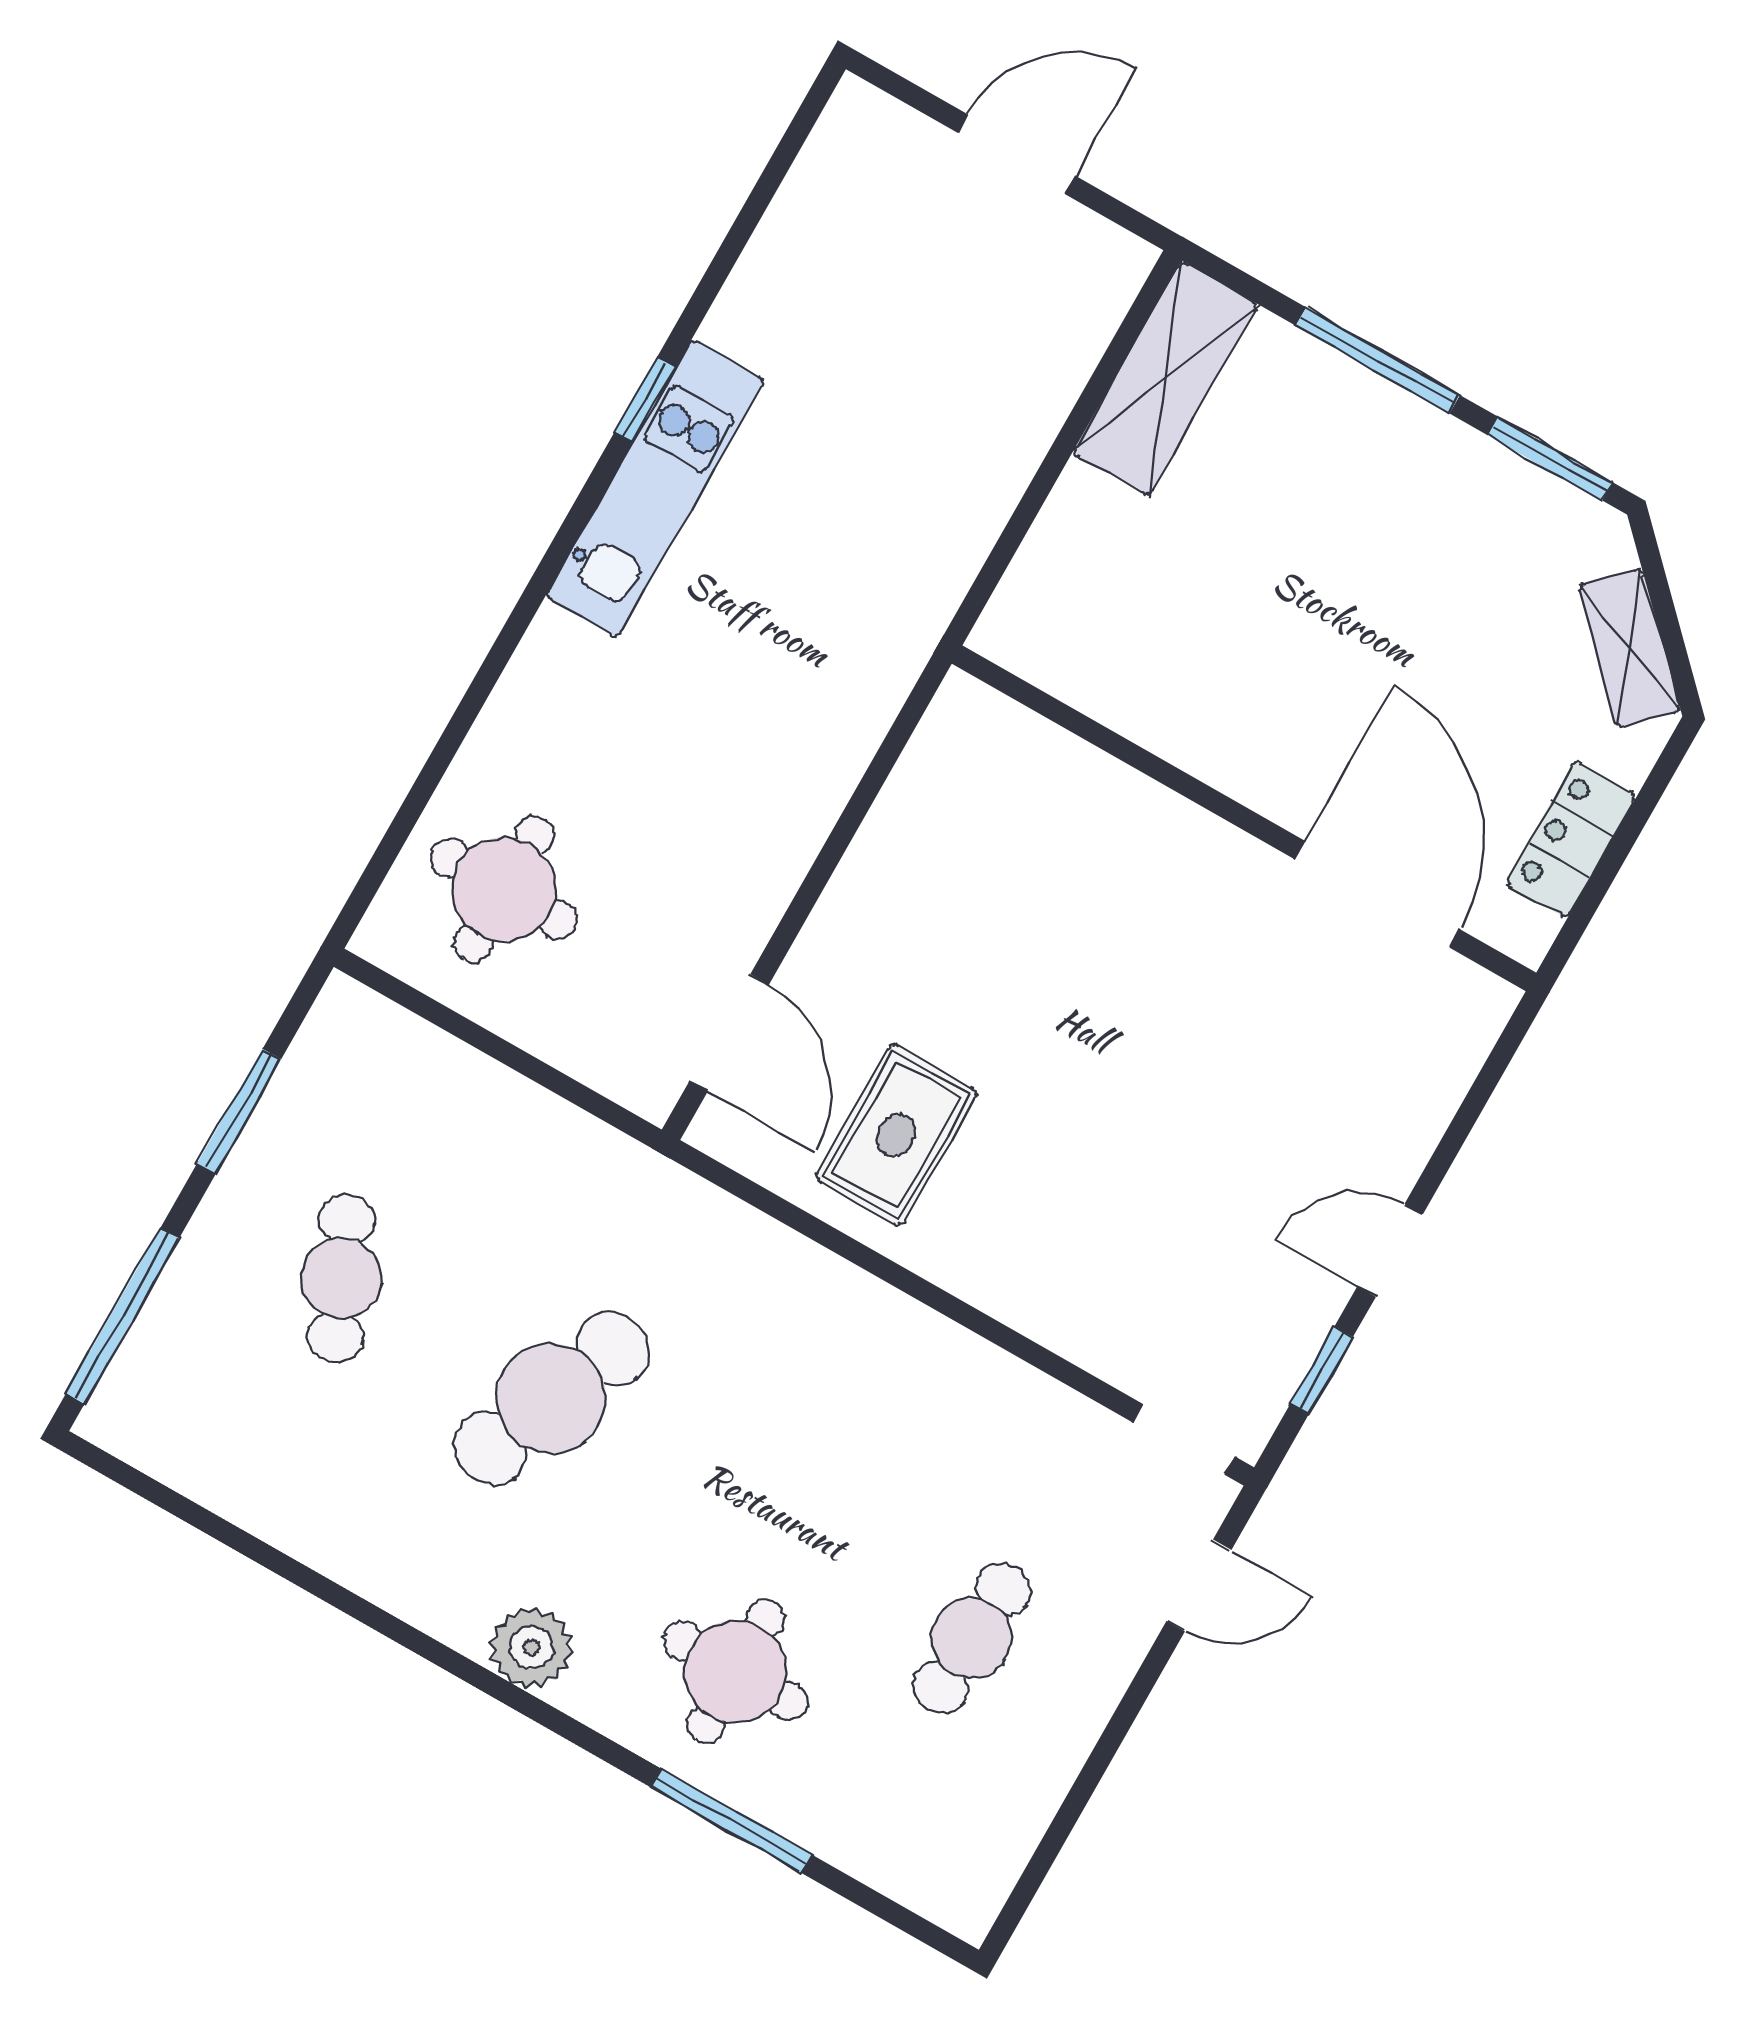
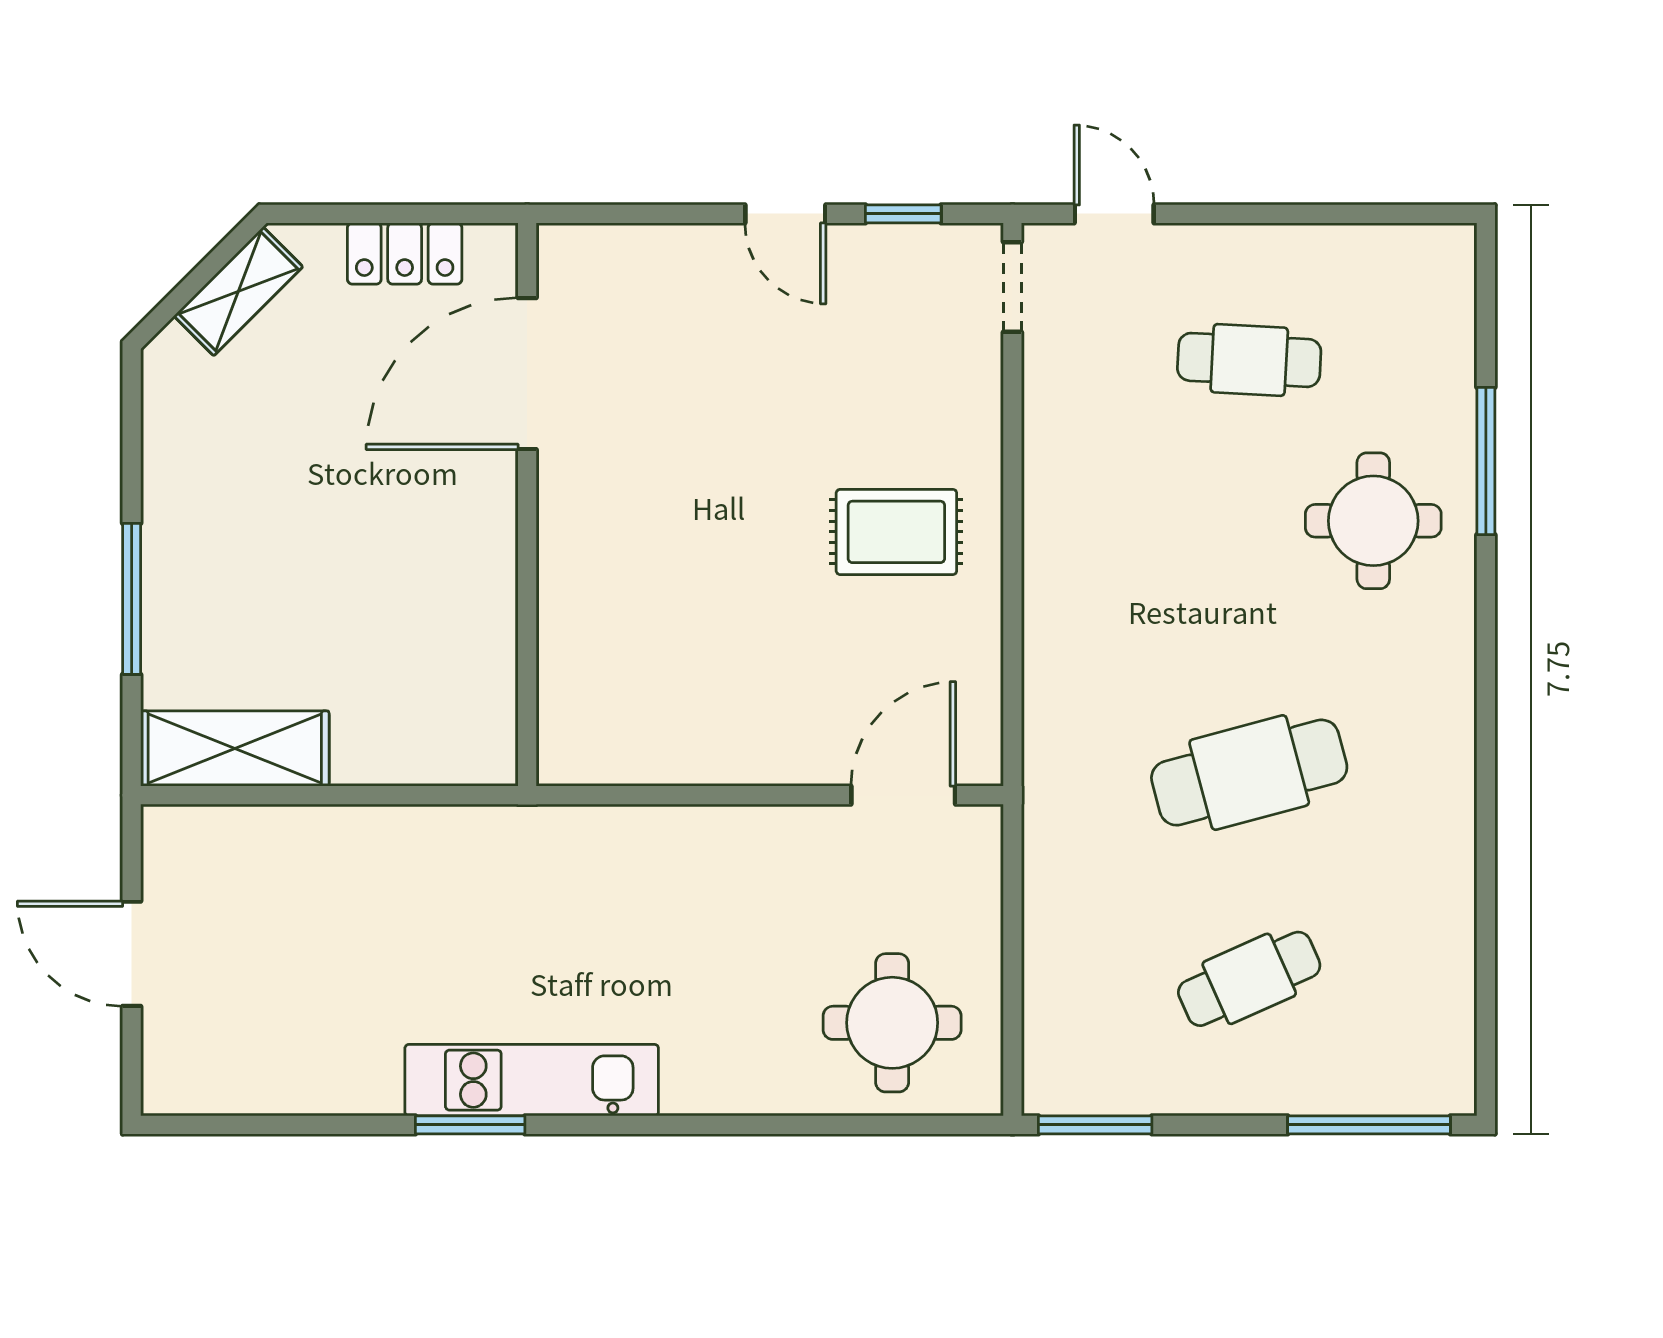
window: (645, 400) -> (470, 1125), width x1.50
window: (1550, 459) -> (132, 430), removed
window: (239, 1112) -> (1095, 1125), moved
rug: (896, 1135) -> (896, 532), moved
cafe table: (551, 1398) -> (1249, 773), turned -36
plant: (531, 1648) -> (1442, 682), removed

